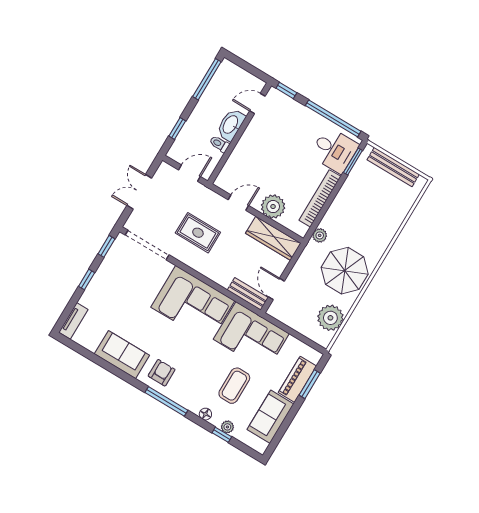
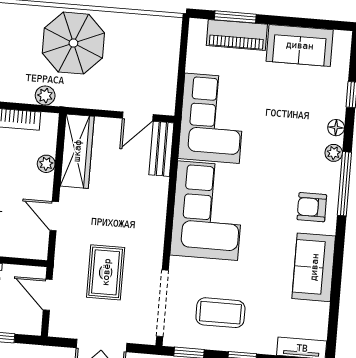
plant: (273, 207) -> (46, 164), width x0.53, depth x0.53
rug: (198, 233) -> (106, 272), moved
plant: (330, 318) -> (141, 32), removed
coffee table: (234, 386) -> (220, 313), moved
plant: (227, 427) -> (334, 153), moved

